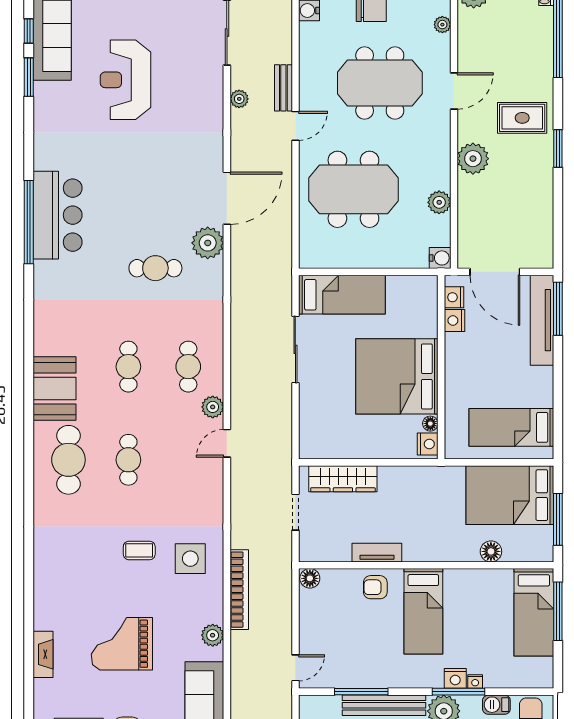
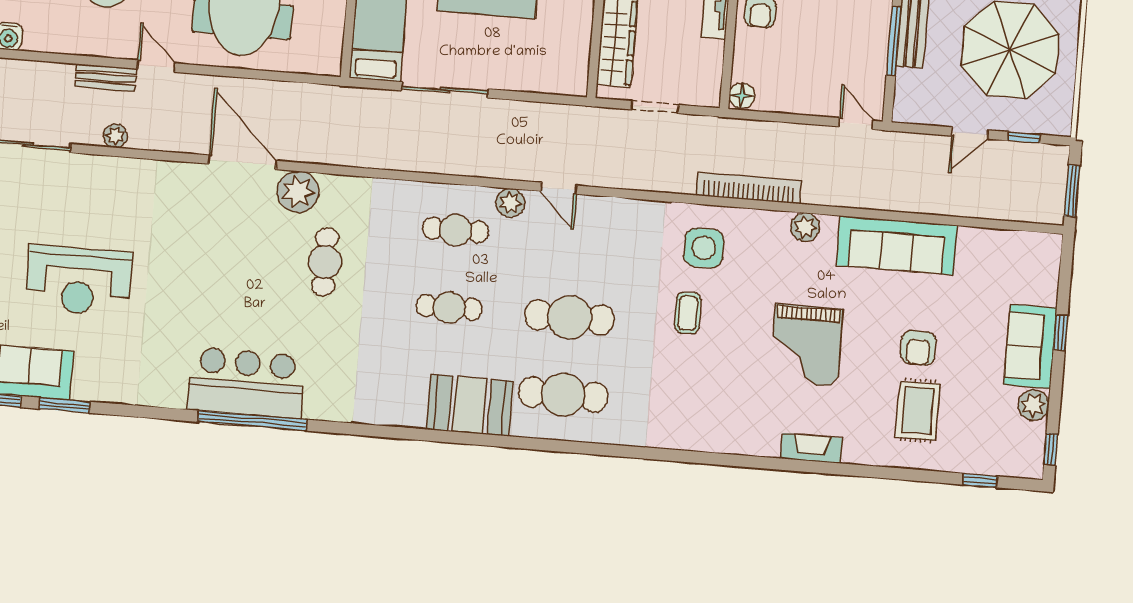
cafe table: (128, 460) -> (570, 317), width x1.37, depth x1.35

